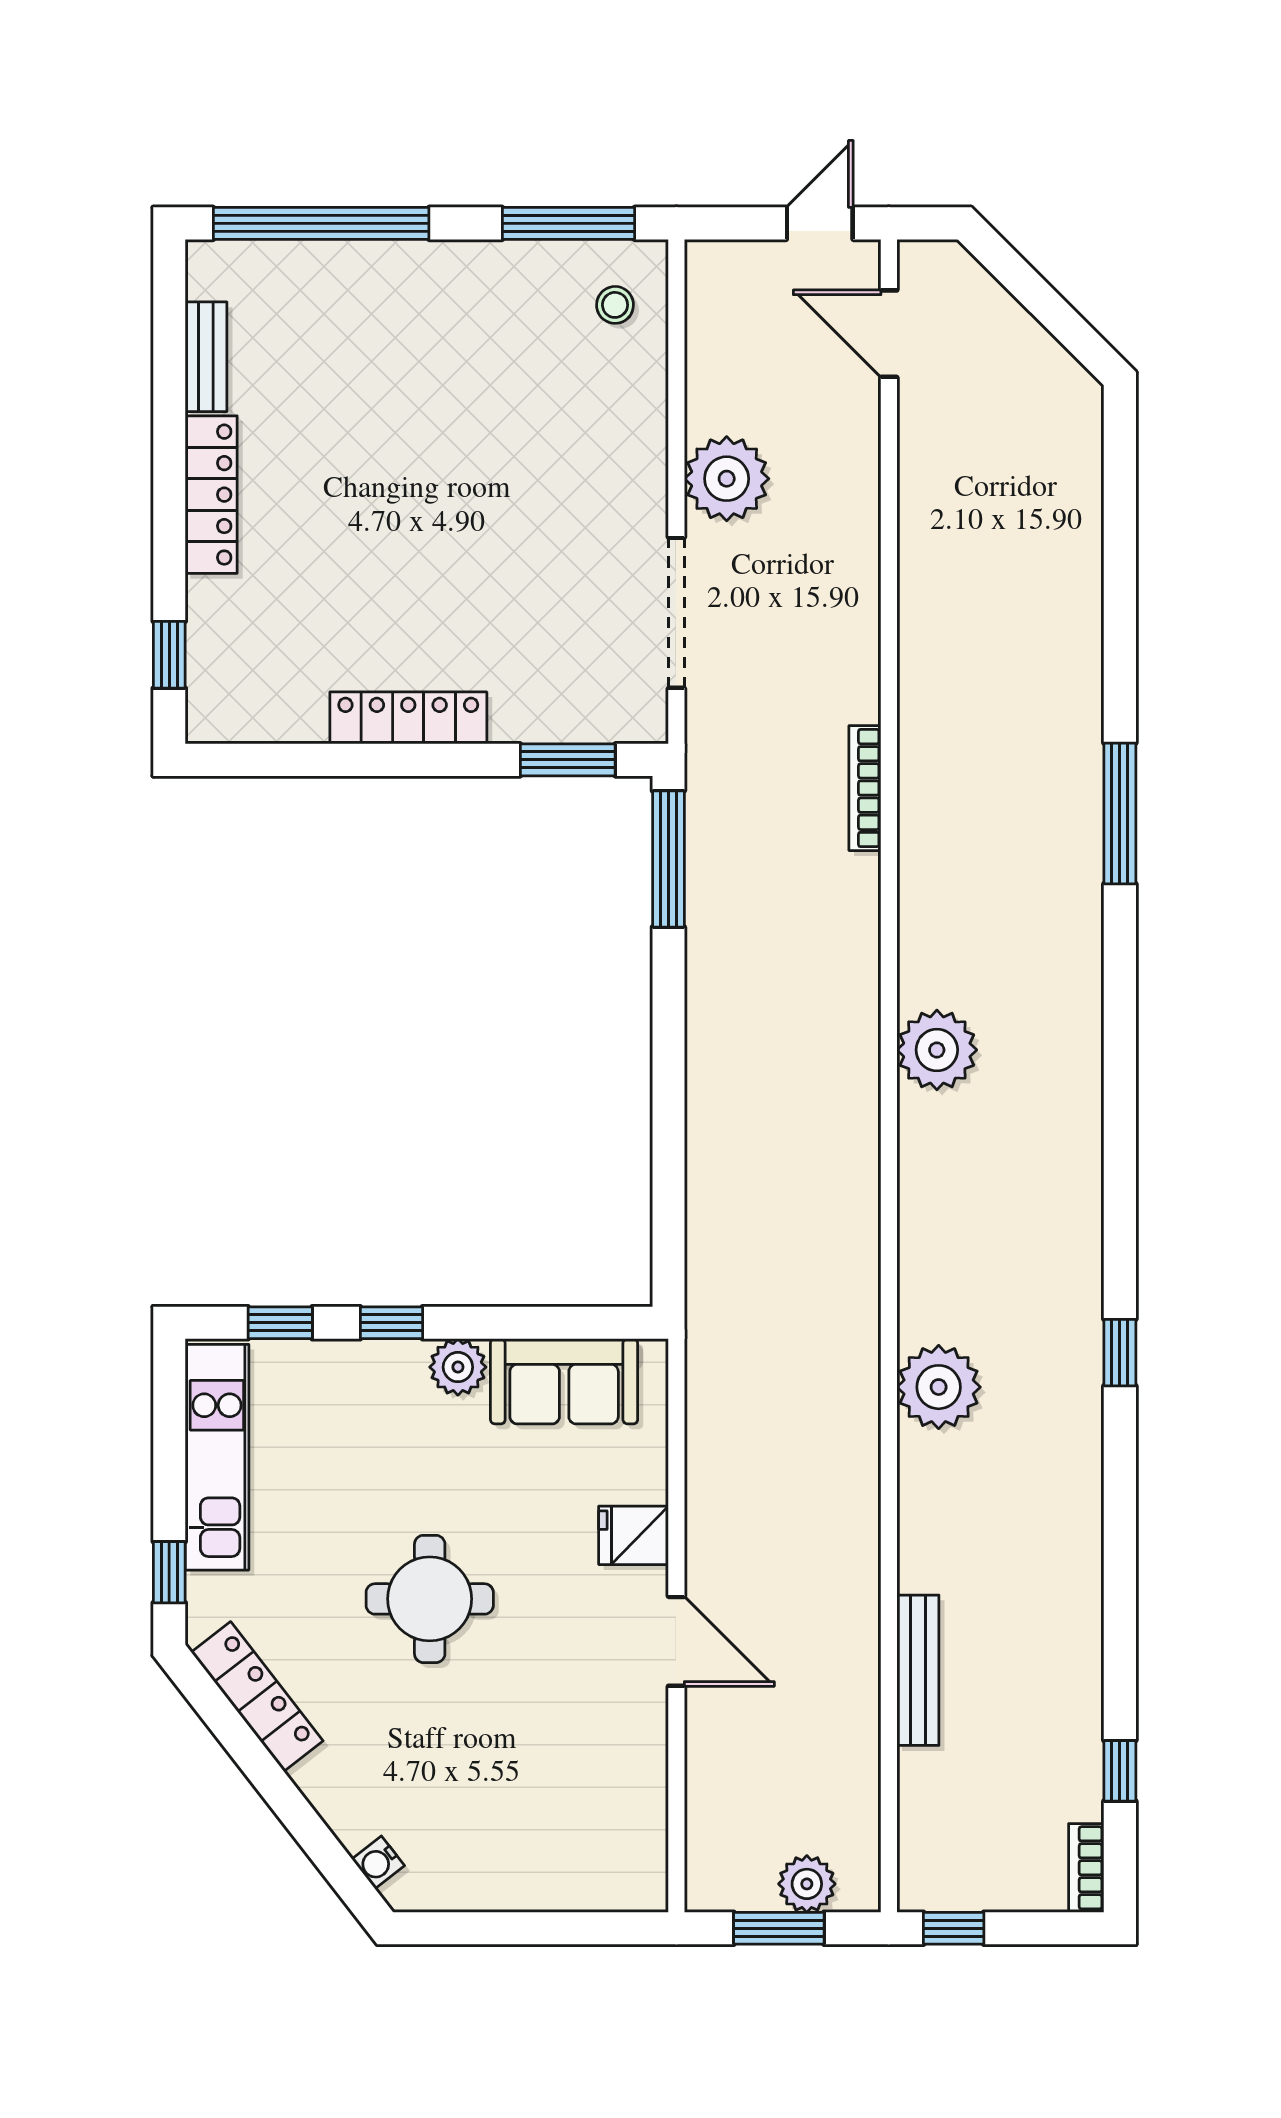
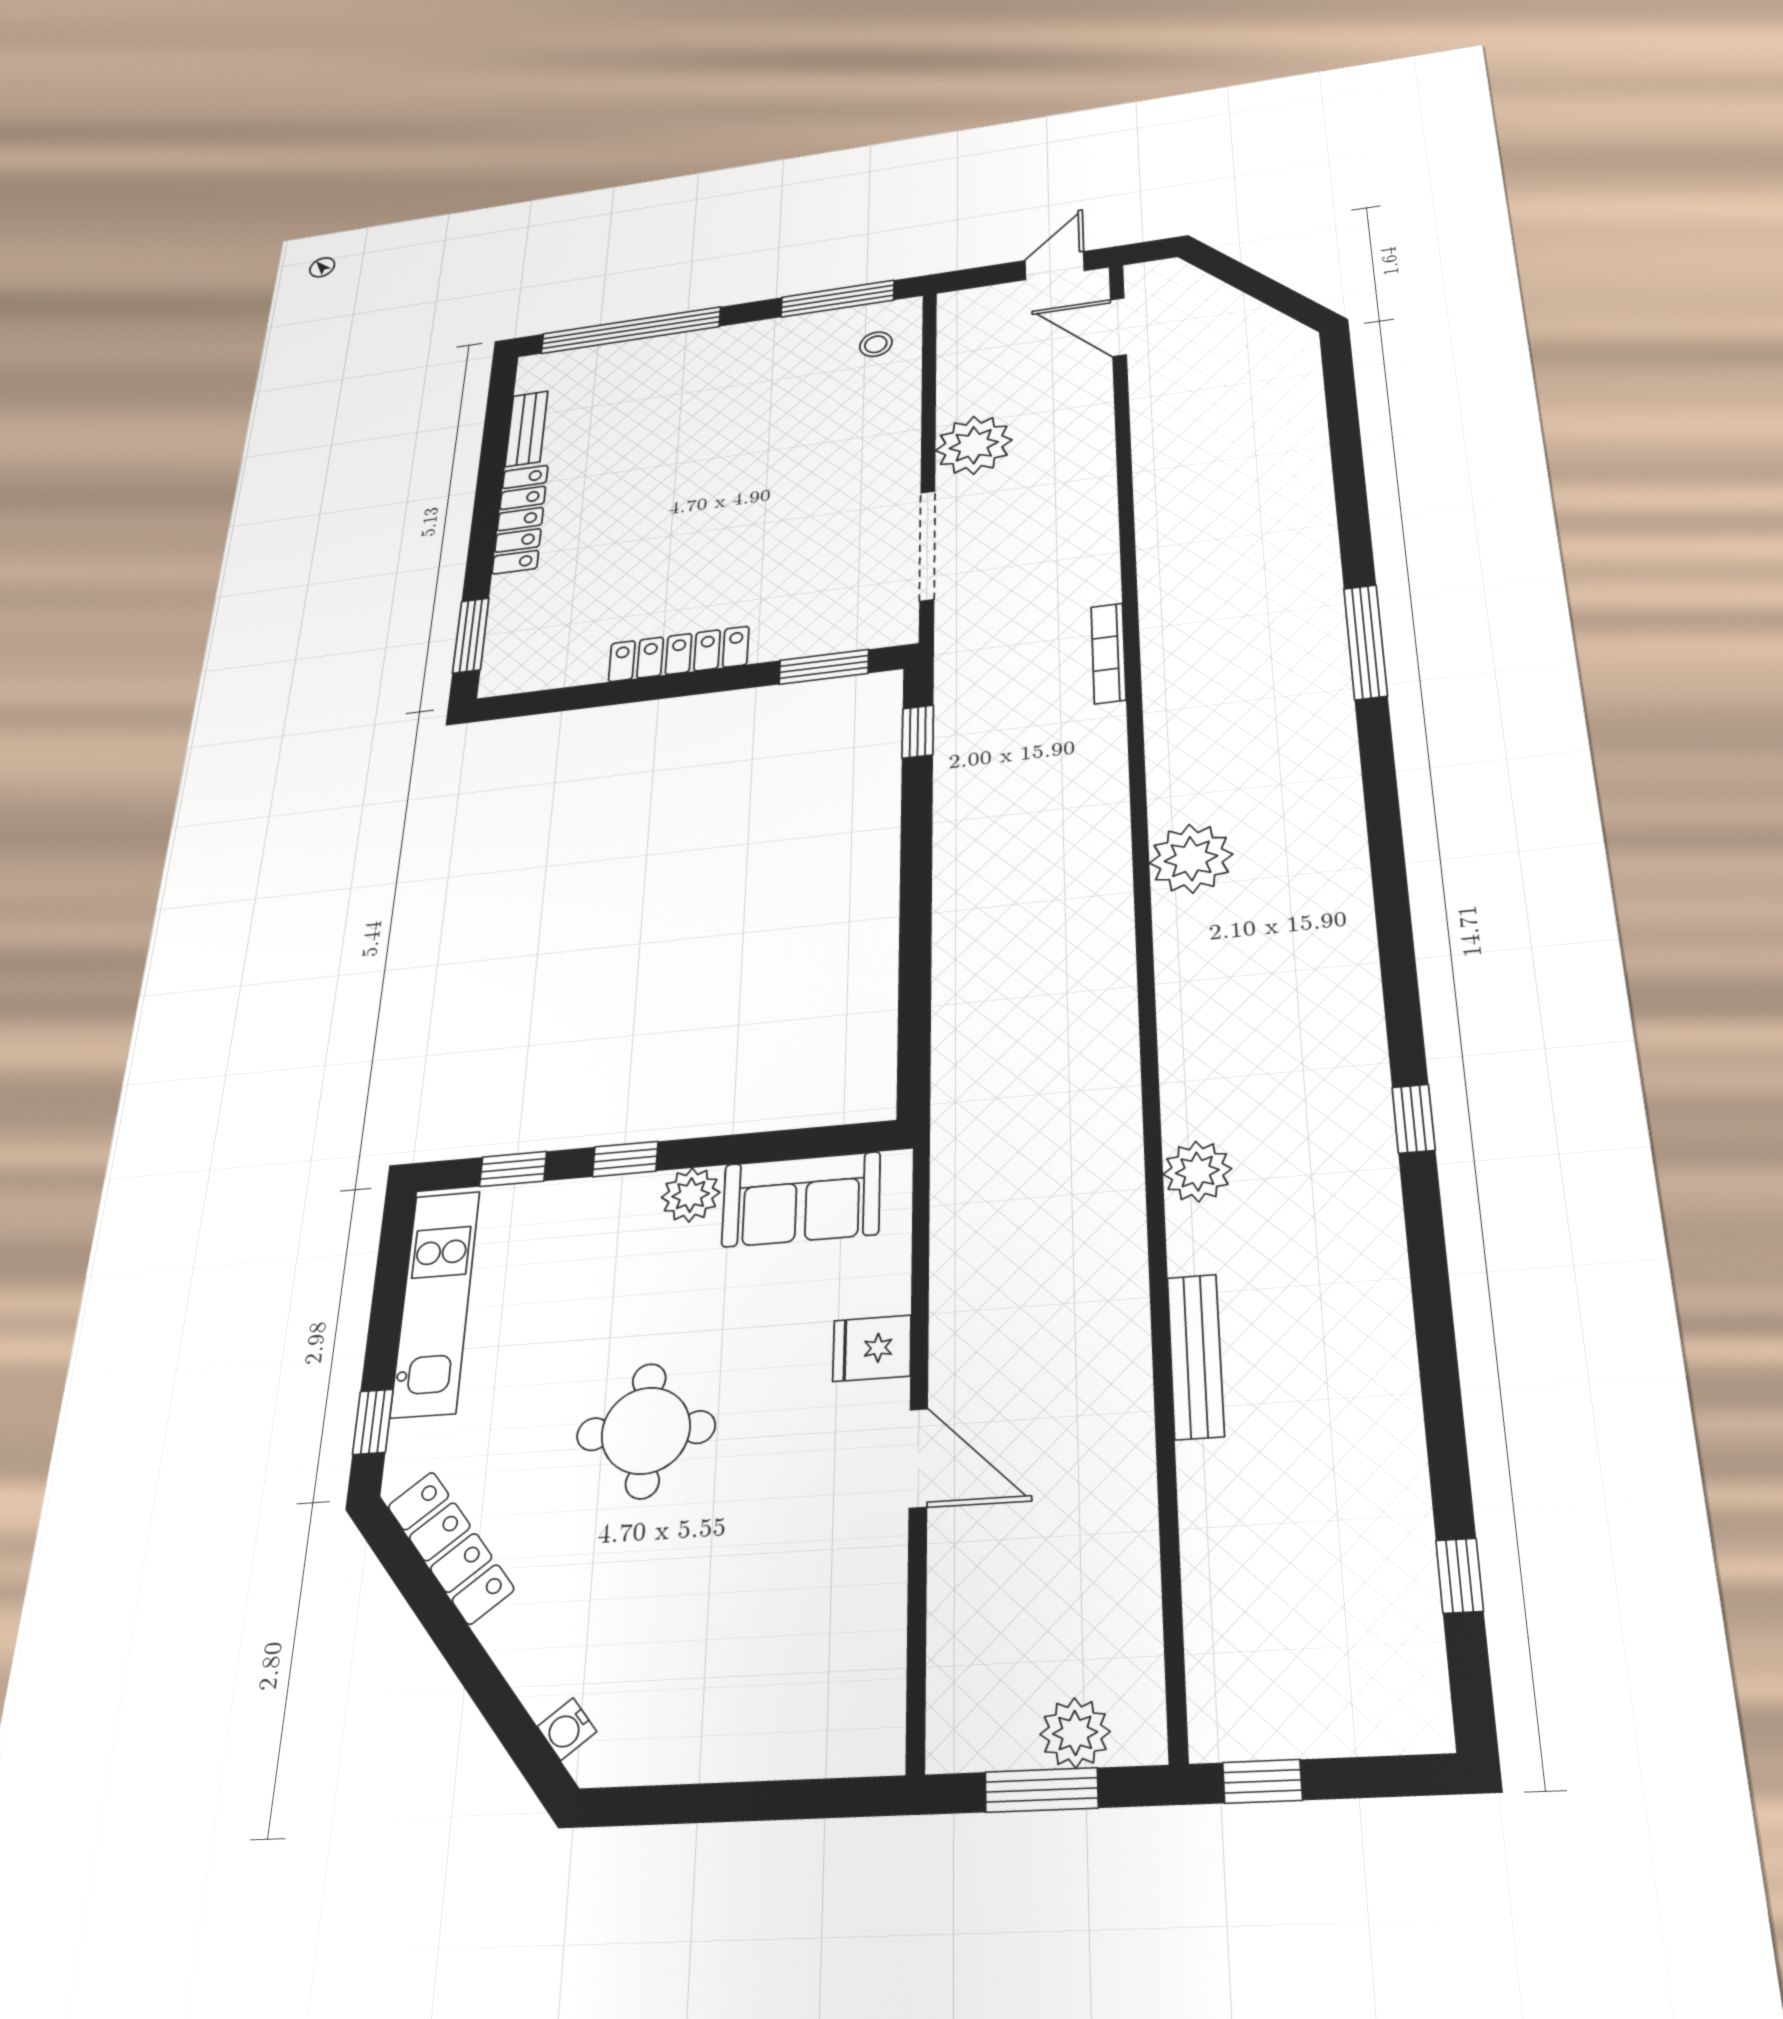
window: (169, 655) -> (471, 635), width x1.50
window: (668, 859) -> (918, 732), width x0.46
plant: (939, 1387) -> (1197, 1172), width x0.73, depth x0.73
bench: (918, 1670) -> (1196, 1356), moved
bookcase: (1086, 1868) -> (1428, 1697), removed

